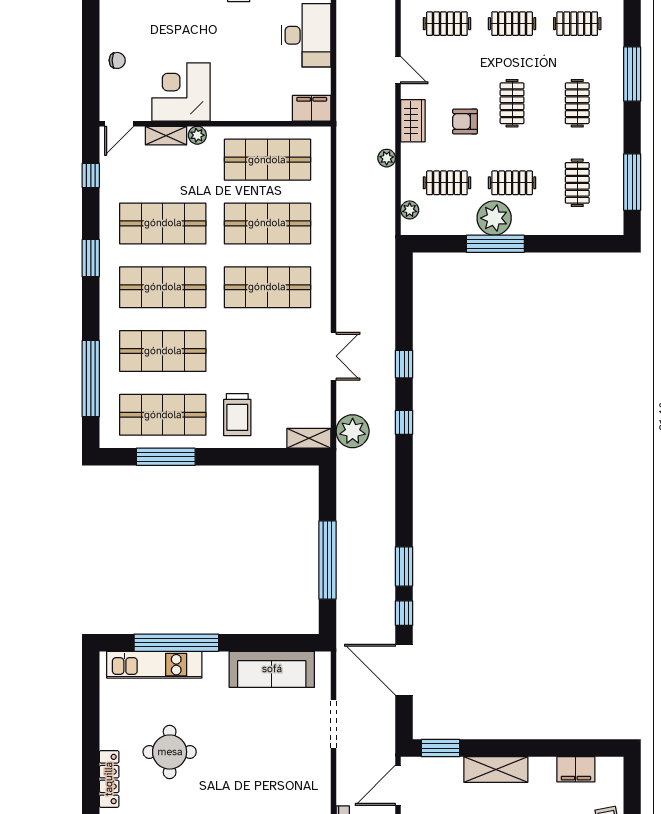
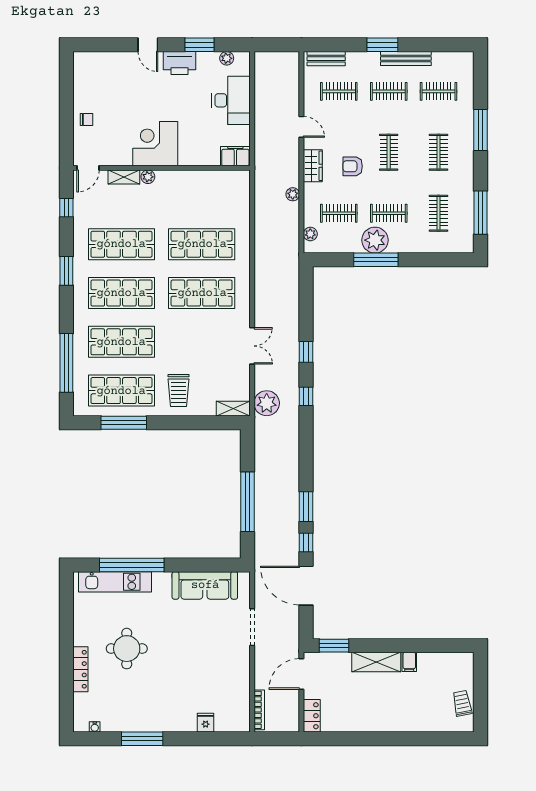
corner desk: (181, 92) -> (155, 144), moved
shop shelf: (267, 160) -> (202, 196), removed
filing cabinet: (576, 769) -> (409, 662), moved, width x0.50

